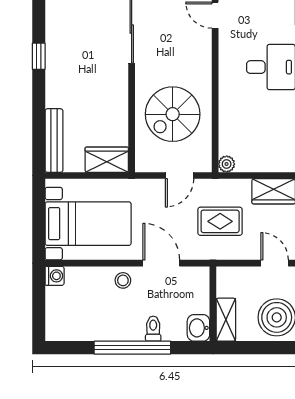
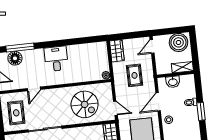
door: (180, 175) -> (115, 108), moved
washbasin: (198, 328) -> (173, 82), moved
window: (132, 348) -> (201, 111), width x0.47

